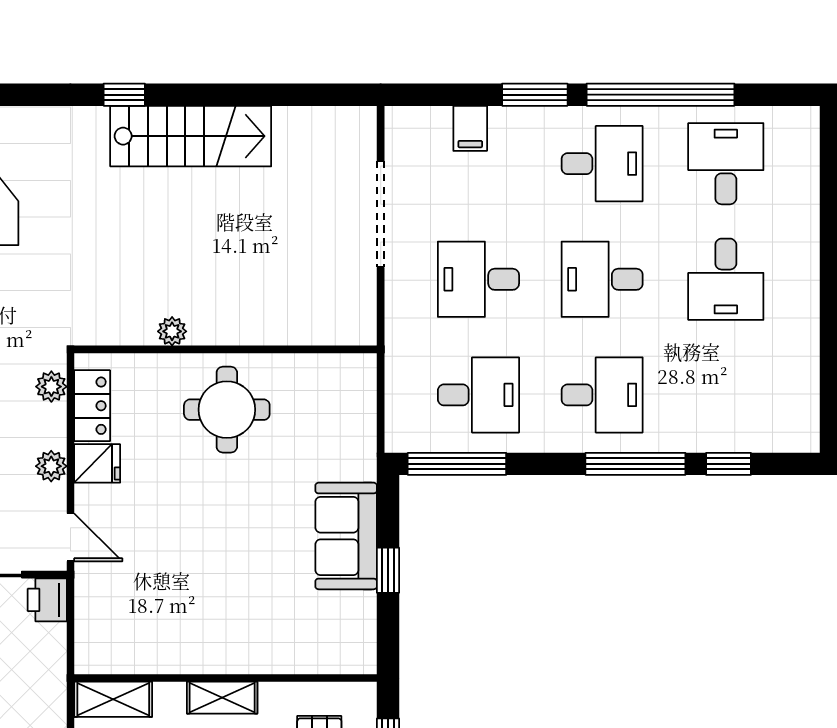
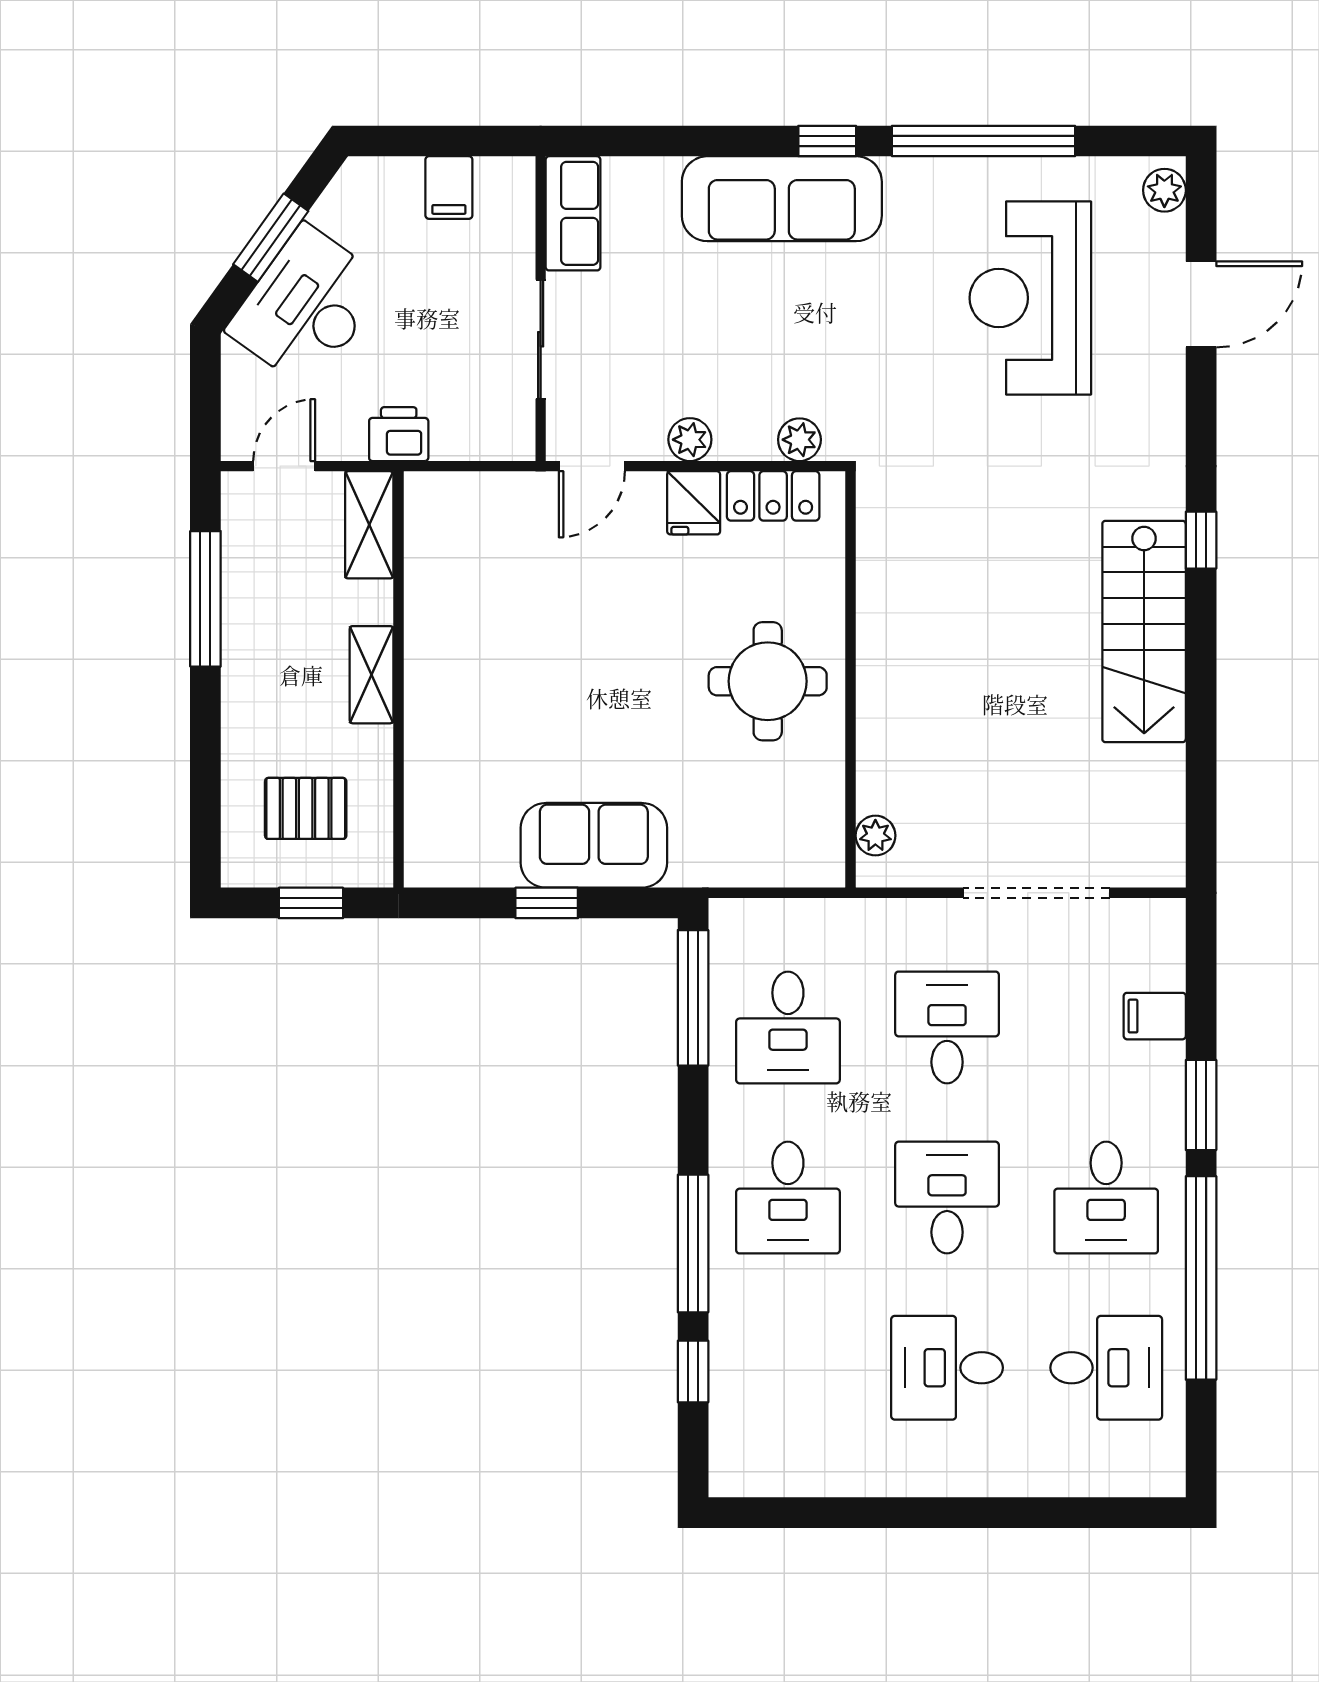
plant: (172, 331) -> (875, 836), moved
printer: (47, 600) -> (399, 434), moved

